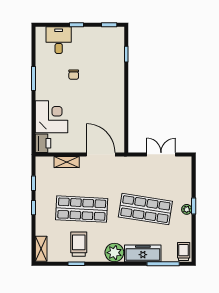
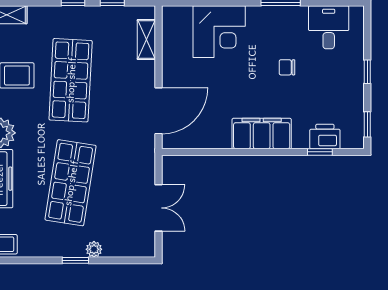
desk: (59, 40) -> (329, 27), moved, turned -90
filing cabinet: (115, 90) -> (262, 134), added
printer: (43, 143) -> (325, 136), moved, turned 180
shelving: (67, 162) -> (146, 40), moved
plant: (187, 209) -> (94, 249), moved

